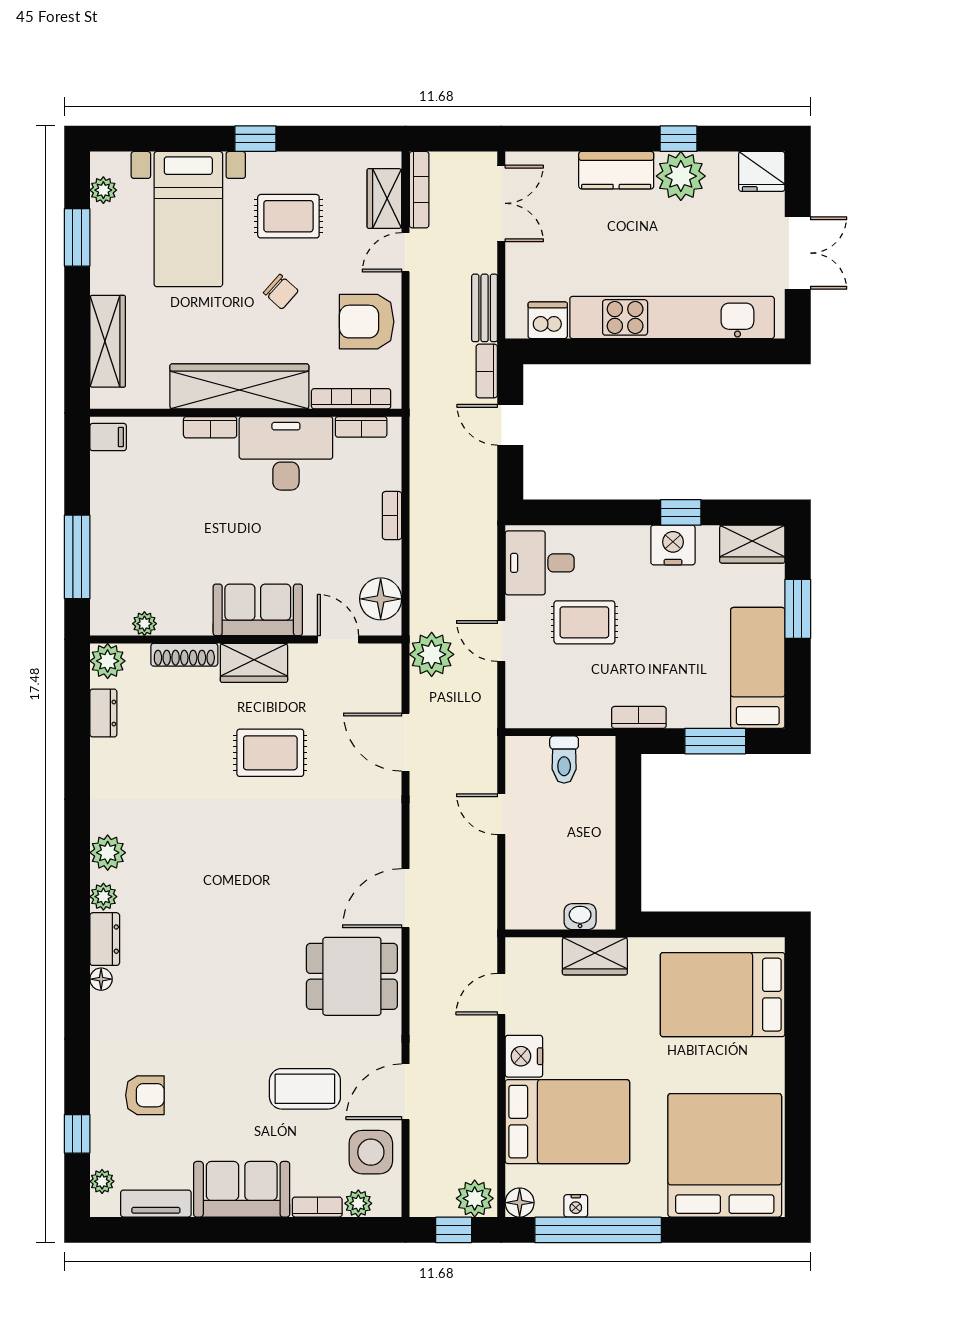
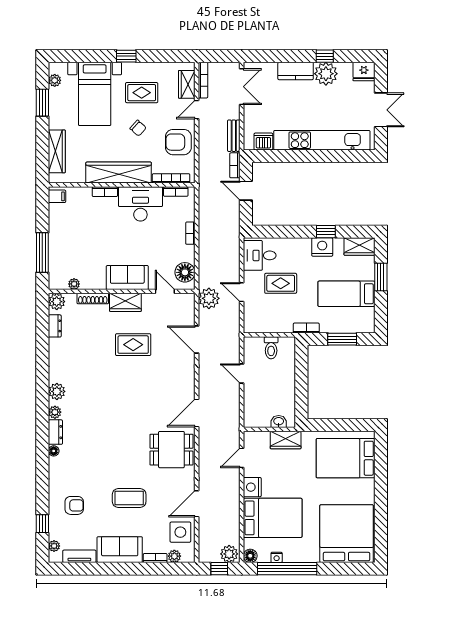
bed: (758, 668) -> (346, 294), moved, turned -90
coffee table: (305, 1089) -> (129, 498), moved

